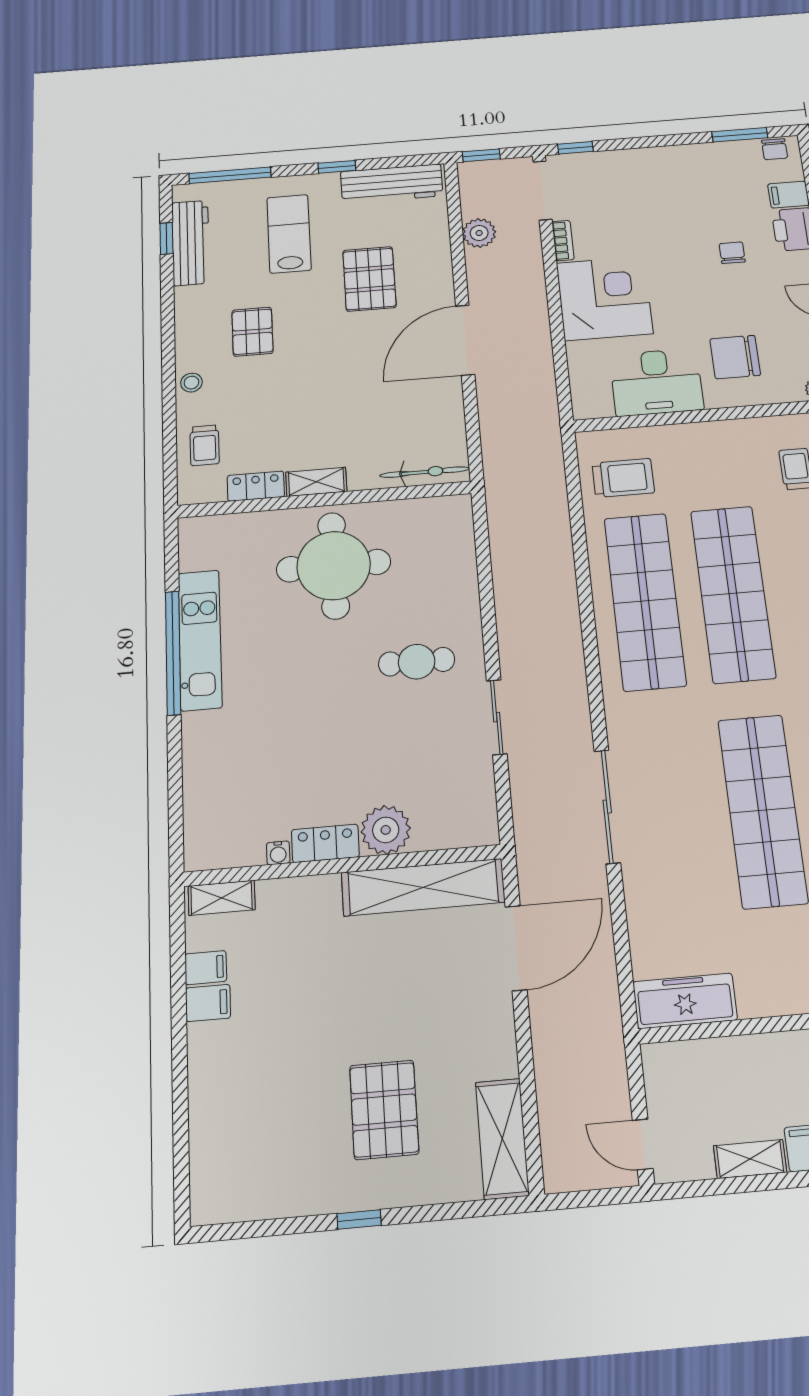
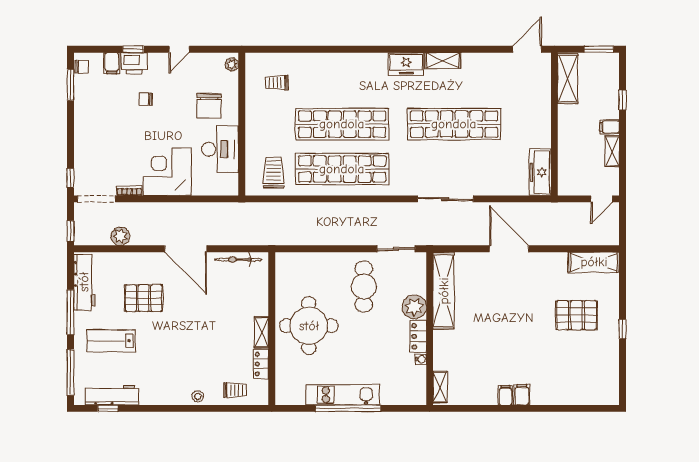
window: (337, 167) -> (70, 312), width x2.17
pallet: (252, 332) -> (170, 363), removed
bicycle: (425, 472) -> (238, 260), moved, turned -90
cafe table: (417, 662) -> (364, 287), width x1.37, depth x1.35
plant: (386, 830) -> (414, 307), moved
locker: (325, 843) -> (418, 336), moved
water cooler: (278, 853) -> (421, 359), moved
wall: (343, 865) -> (430, 329), moved
shelving: (423, 887) -> (444, 291), moved
shelving: (222, 898) -> (440, 387), moved

